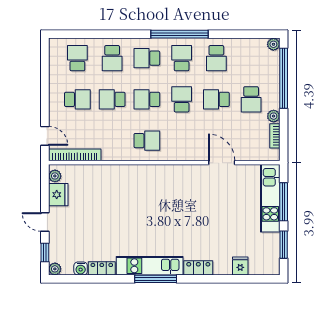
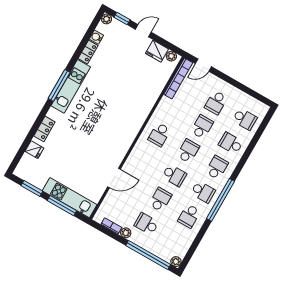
school desk: (216, 58) -> (189, 216), turned -90
locker: (198, 268) -> (44, 129), moved

